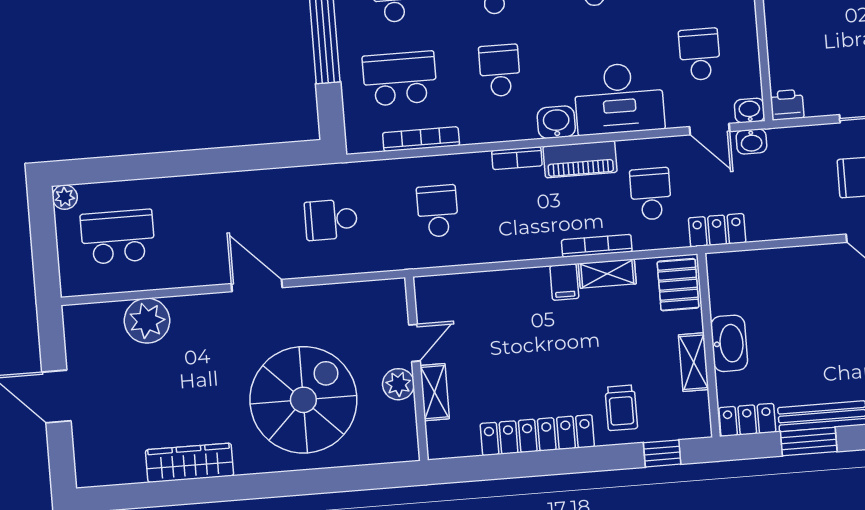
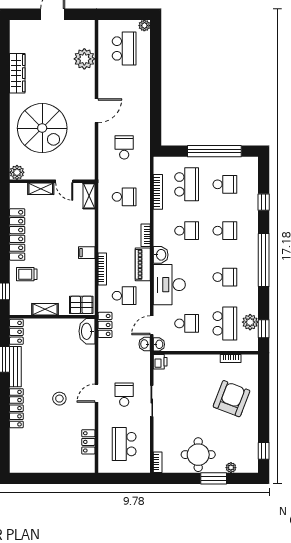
shelving: (607, 274) -> (89, 196), moved
washbasin: (729, 343) -> (87, 331), moved, turned 90
plant: (398, 384) -> (17, 172), moved

